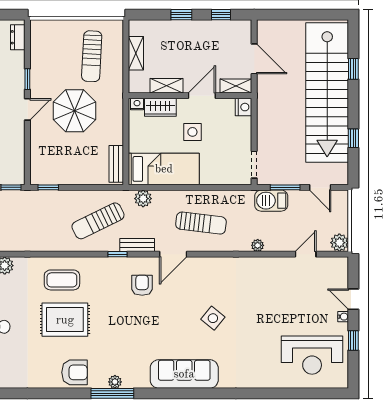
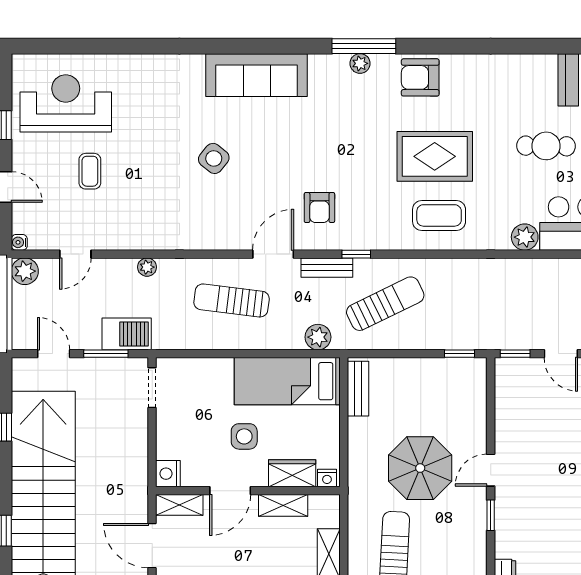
coffee table: (296, 310) -> (90, 171), added
water cooler: (343, 317) -> (19, 242), moved

